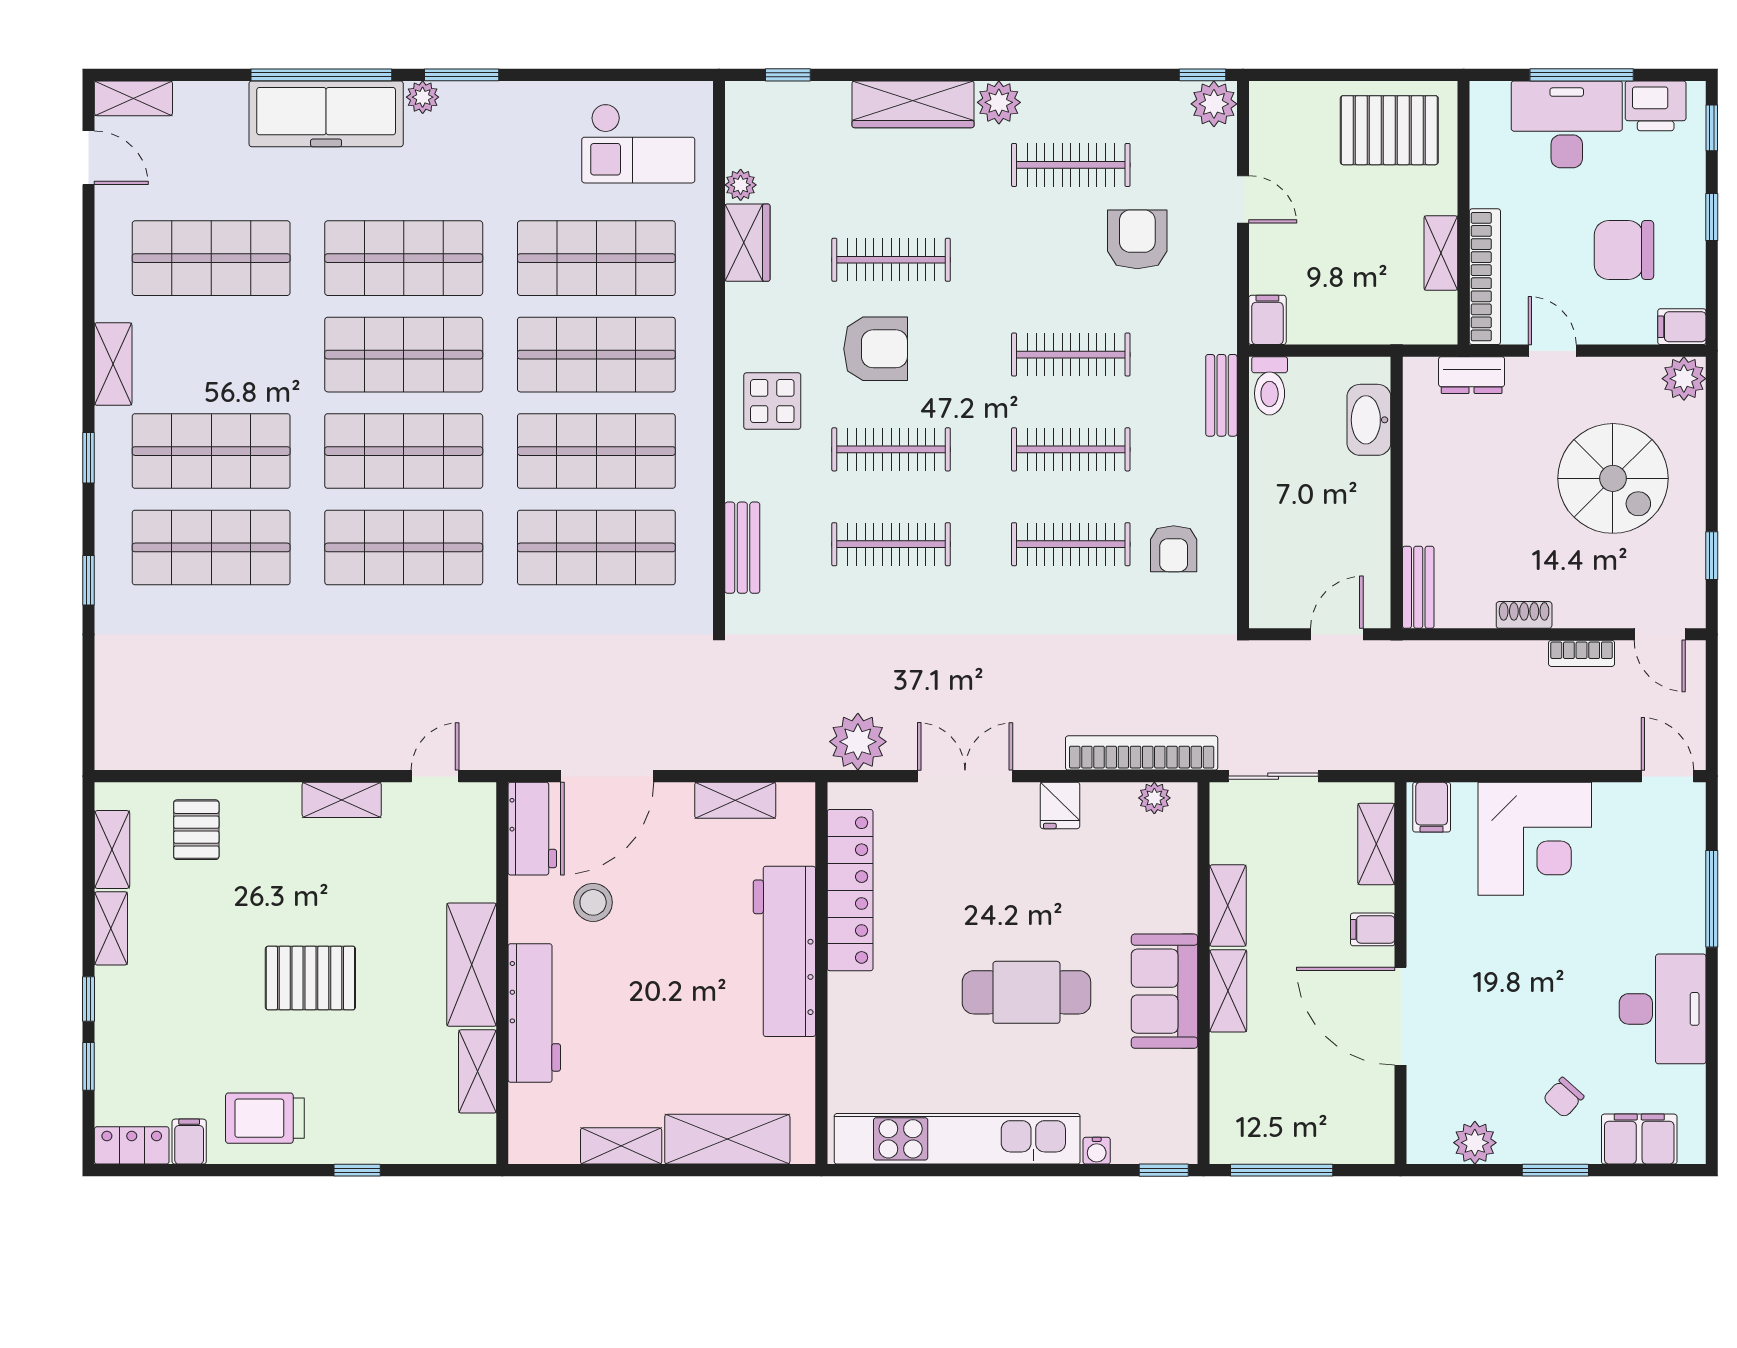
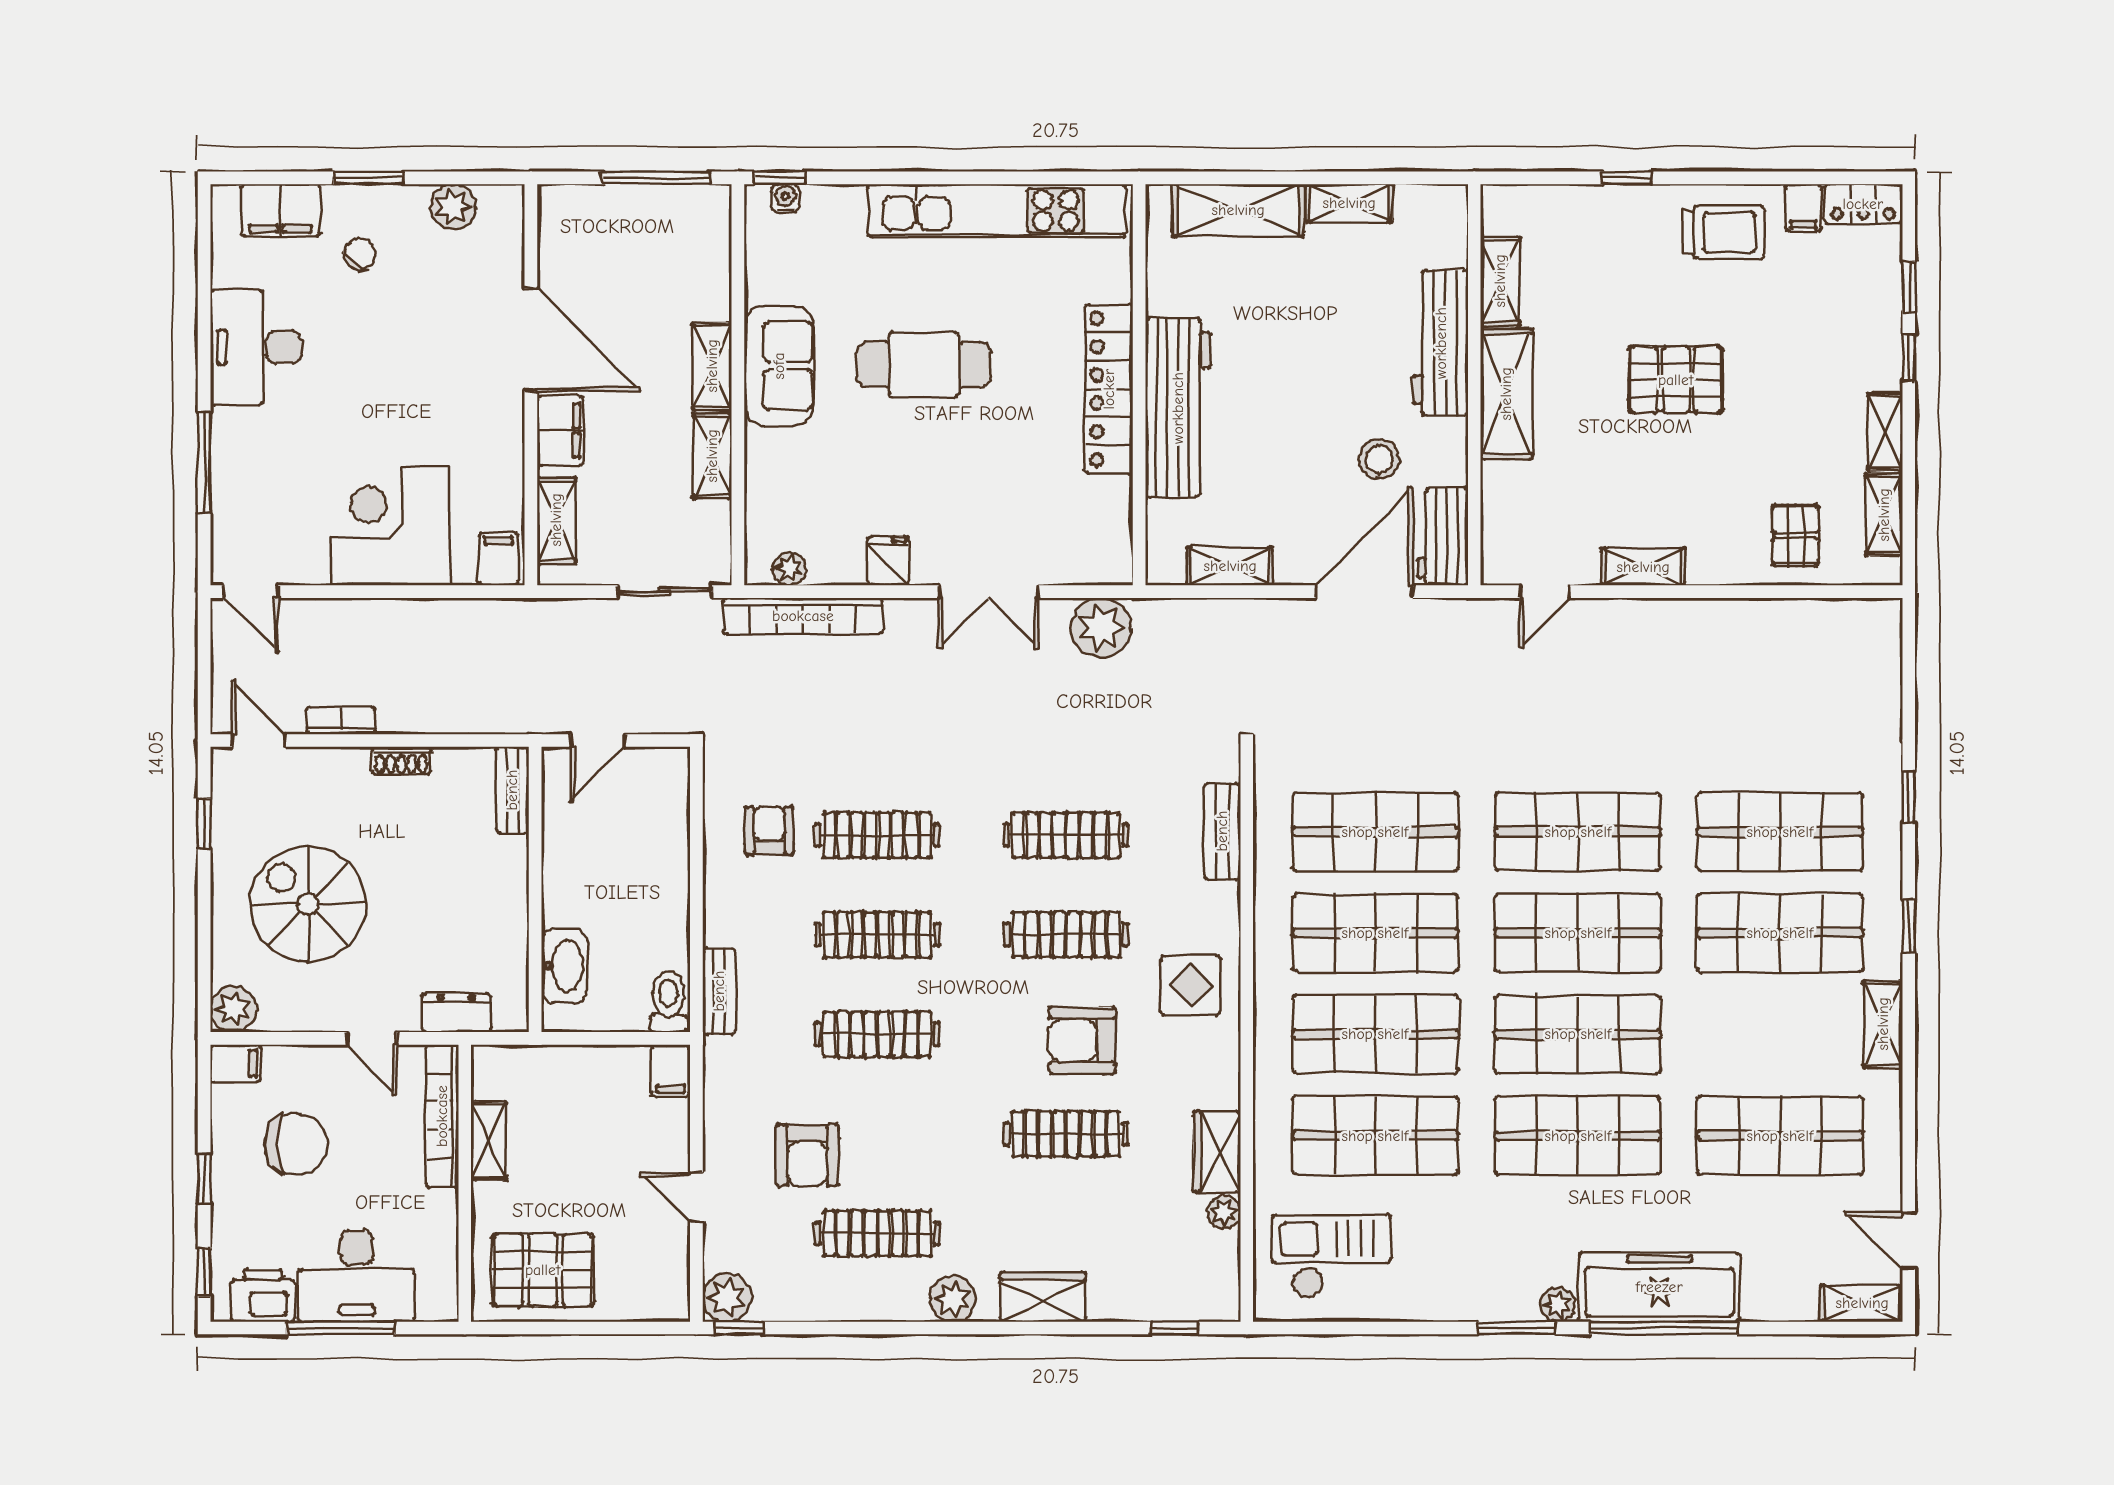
wardrobe: (913, 104) -> (1043, 1297), width x0.67
locker: (850, 890) -> (1109, 389), moved
filing cabinet: (1373, 929) -> (560, 431), width x2.00
water cooler: (1097, 1151) -> (785, 198), moved

